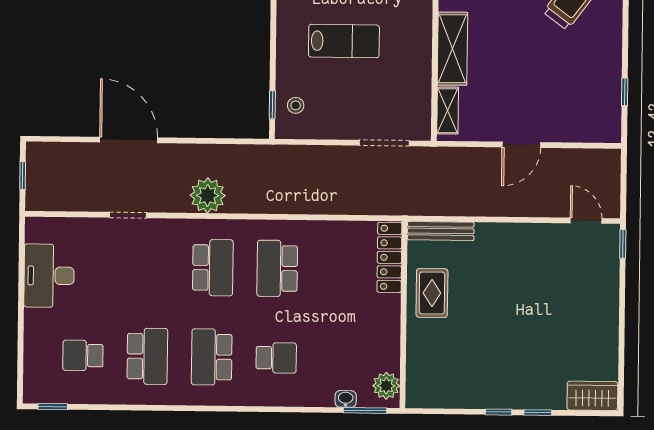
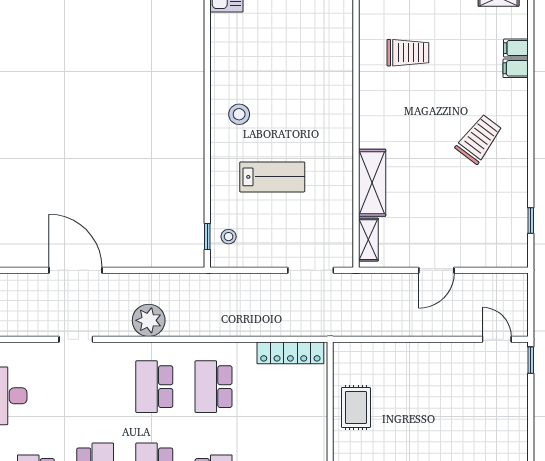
bench: (441, 231) -> (363, 350), removed
locker: (389, 257) -> (290, 353), moved, turned -90
school desk: (213, 268) -> (154, 387), turned 180

